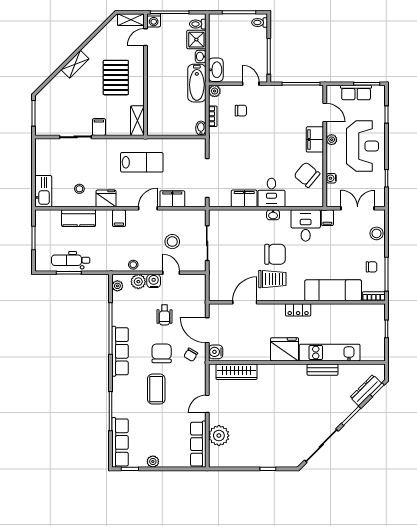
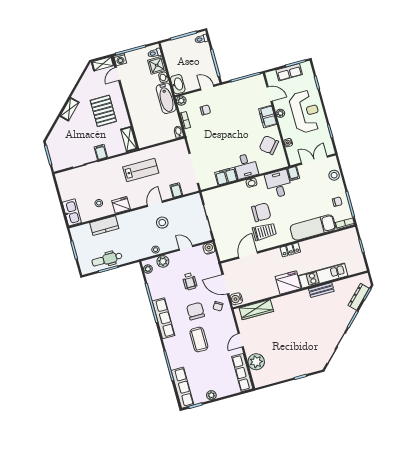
filing cabinet: (172, 199) -> (176, 190), width x0.50
filing cabinet: (119, 218) -> (135, 217), removed
stool: (172, 242) -> (162, 223), moved
water cooler: (154, 281) -> (209, 248), moved

